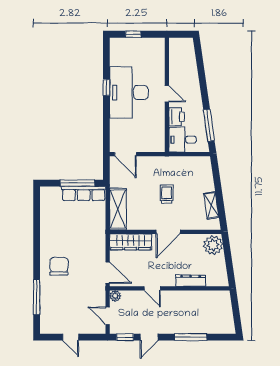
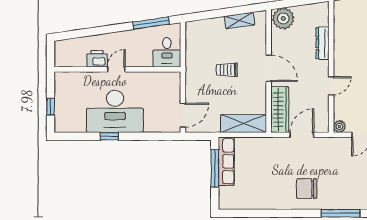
printer: (177, 117) -> (97, 59), moved
door: (108, 273) -> (302, 135), moved

